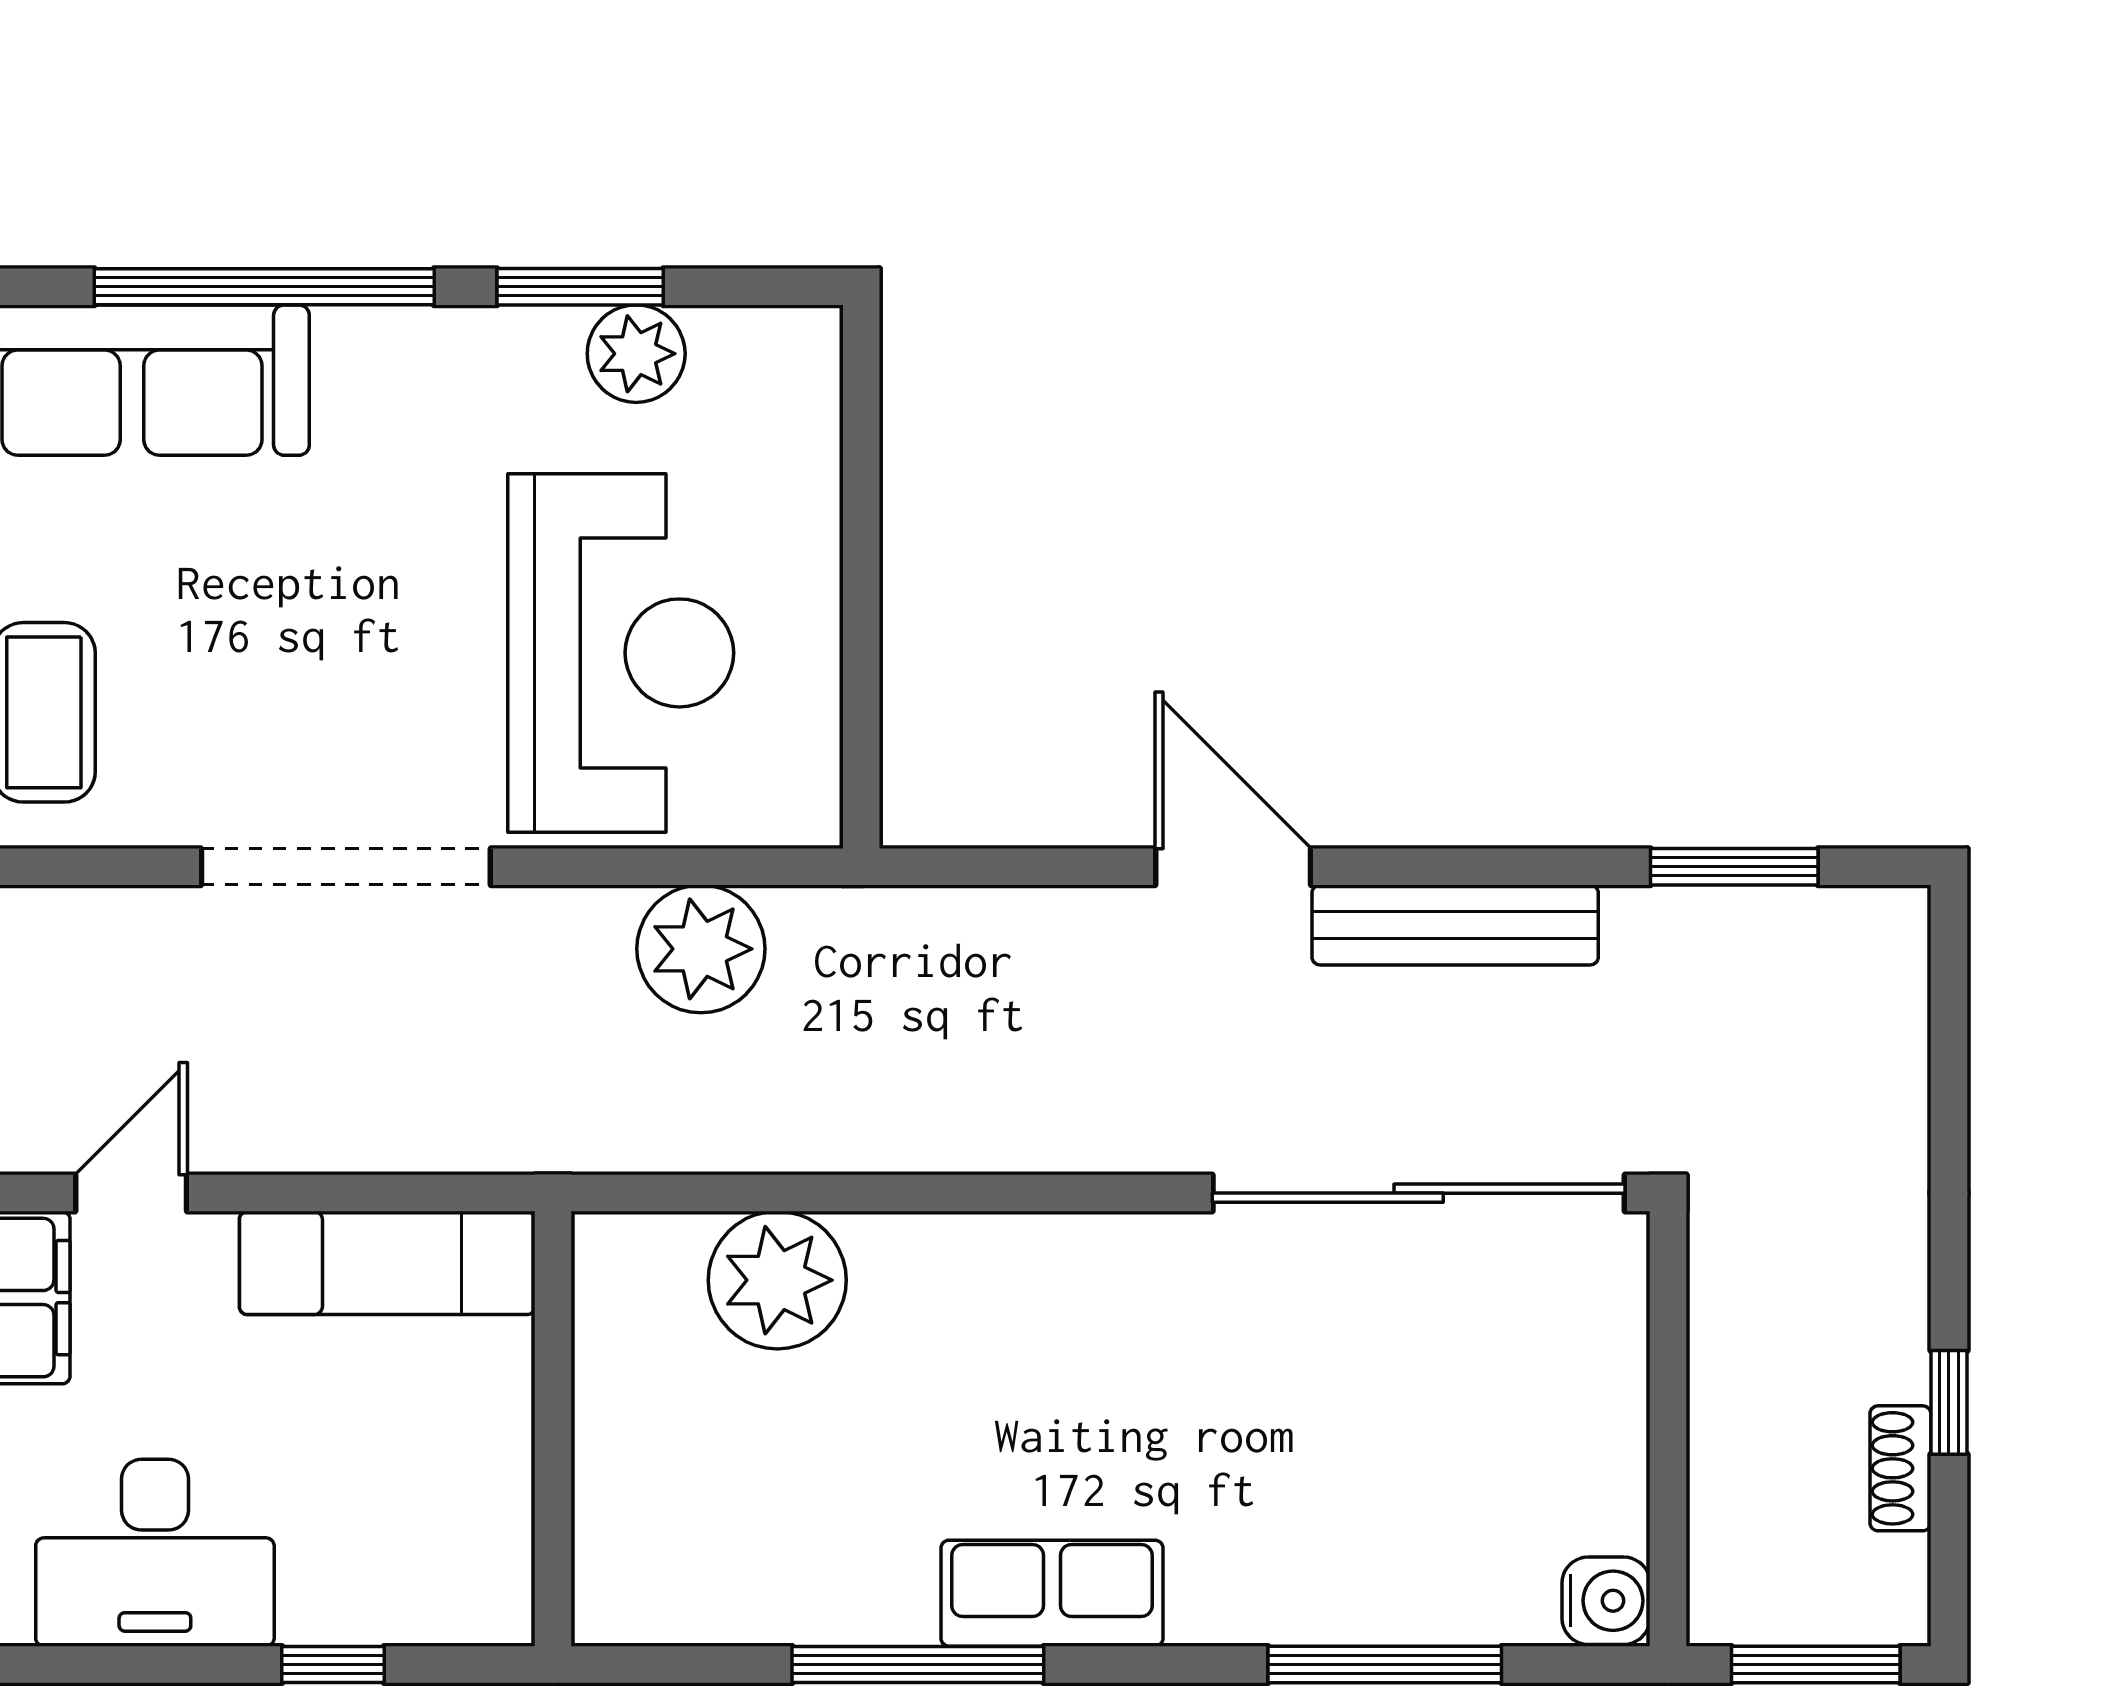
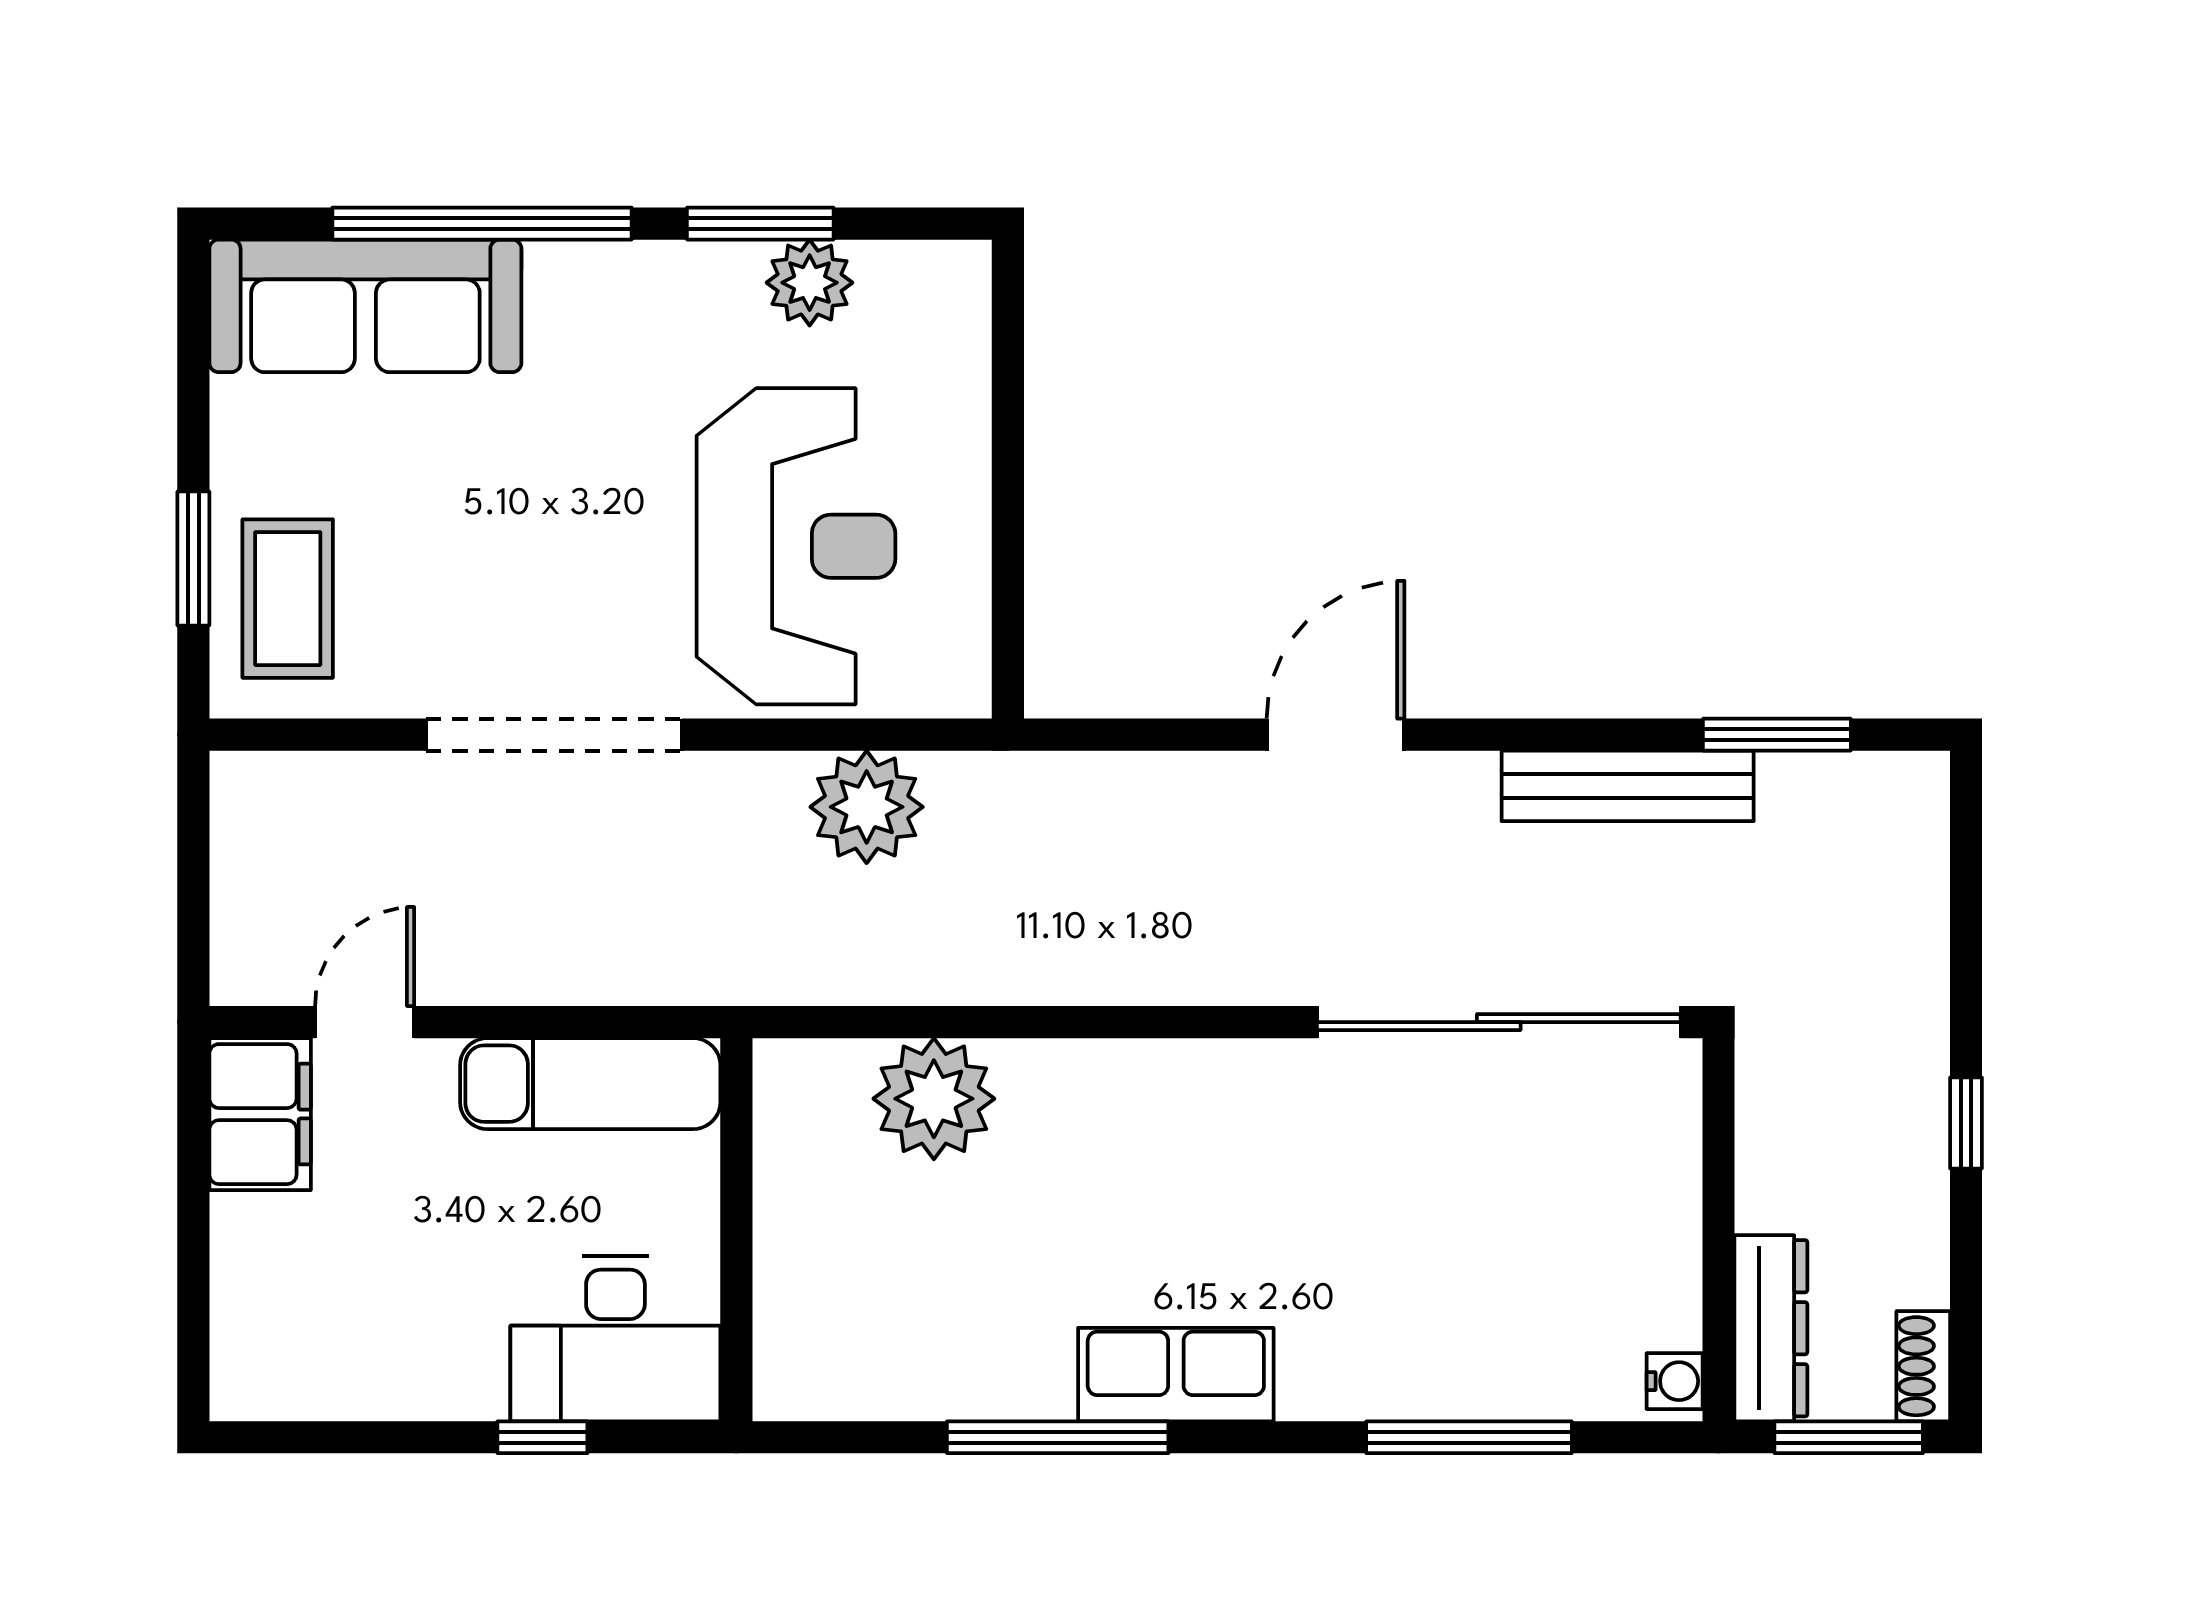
door: (1233, 867) -> (1336, 735), hinge flipped
bench: (1455, 925) -> (1628, 786), moved
window: (1949, 1402) -> (1966, 1123), moved
shoe rack: (1900, 1468) -> (1923, 1366), moved
dresser: (1727, 1541) -> (1771, 1328), added
desk: (155, 1553) -> (615, 1339), moved
water cooler: (1606, 1601) -> (1675, 1381), width x0.72, depth x0.72

